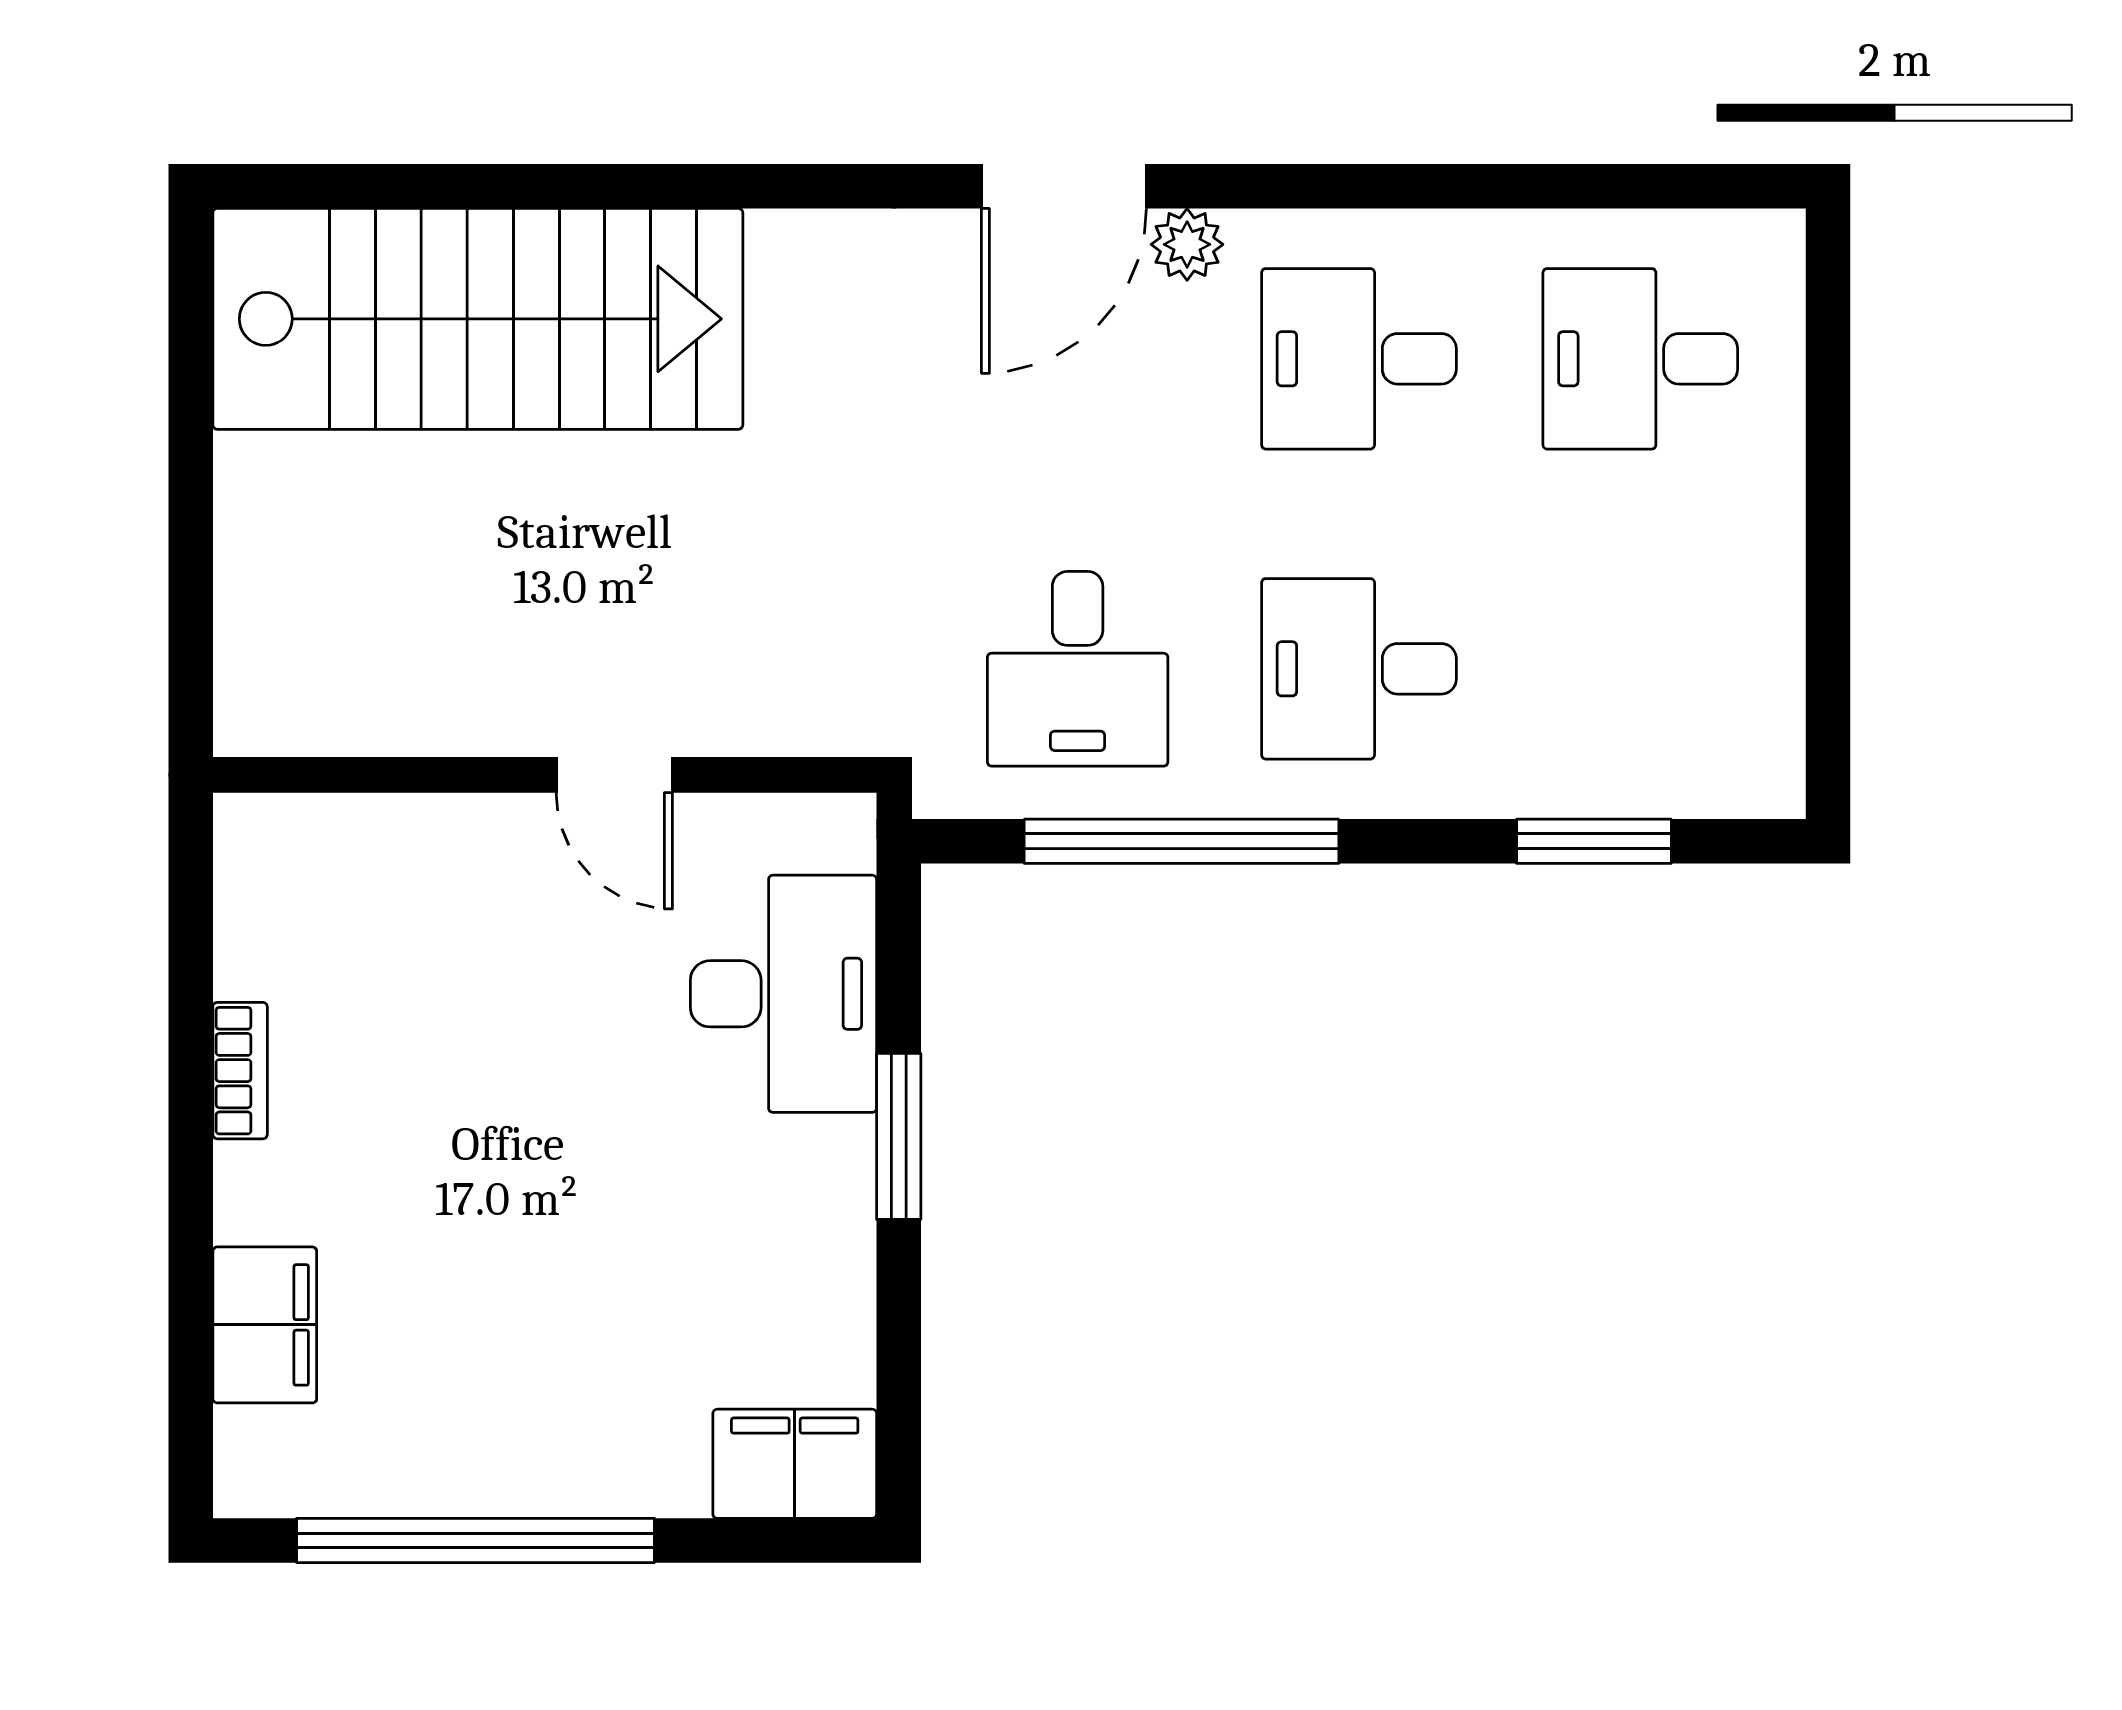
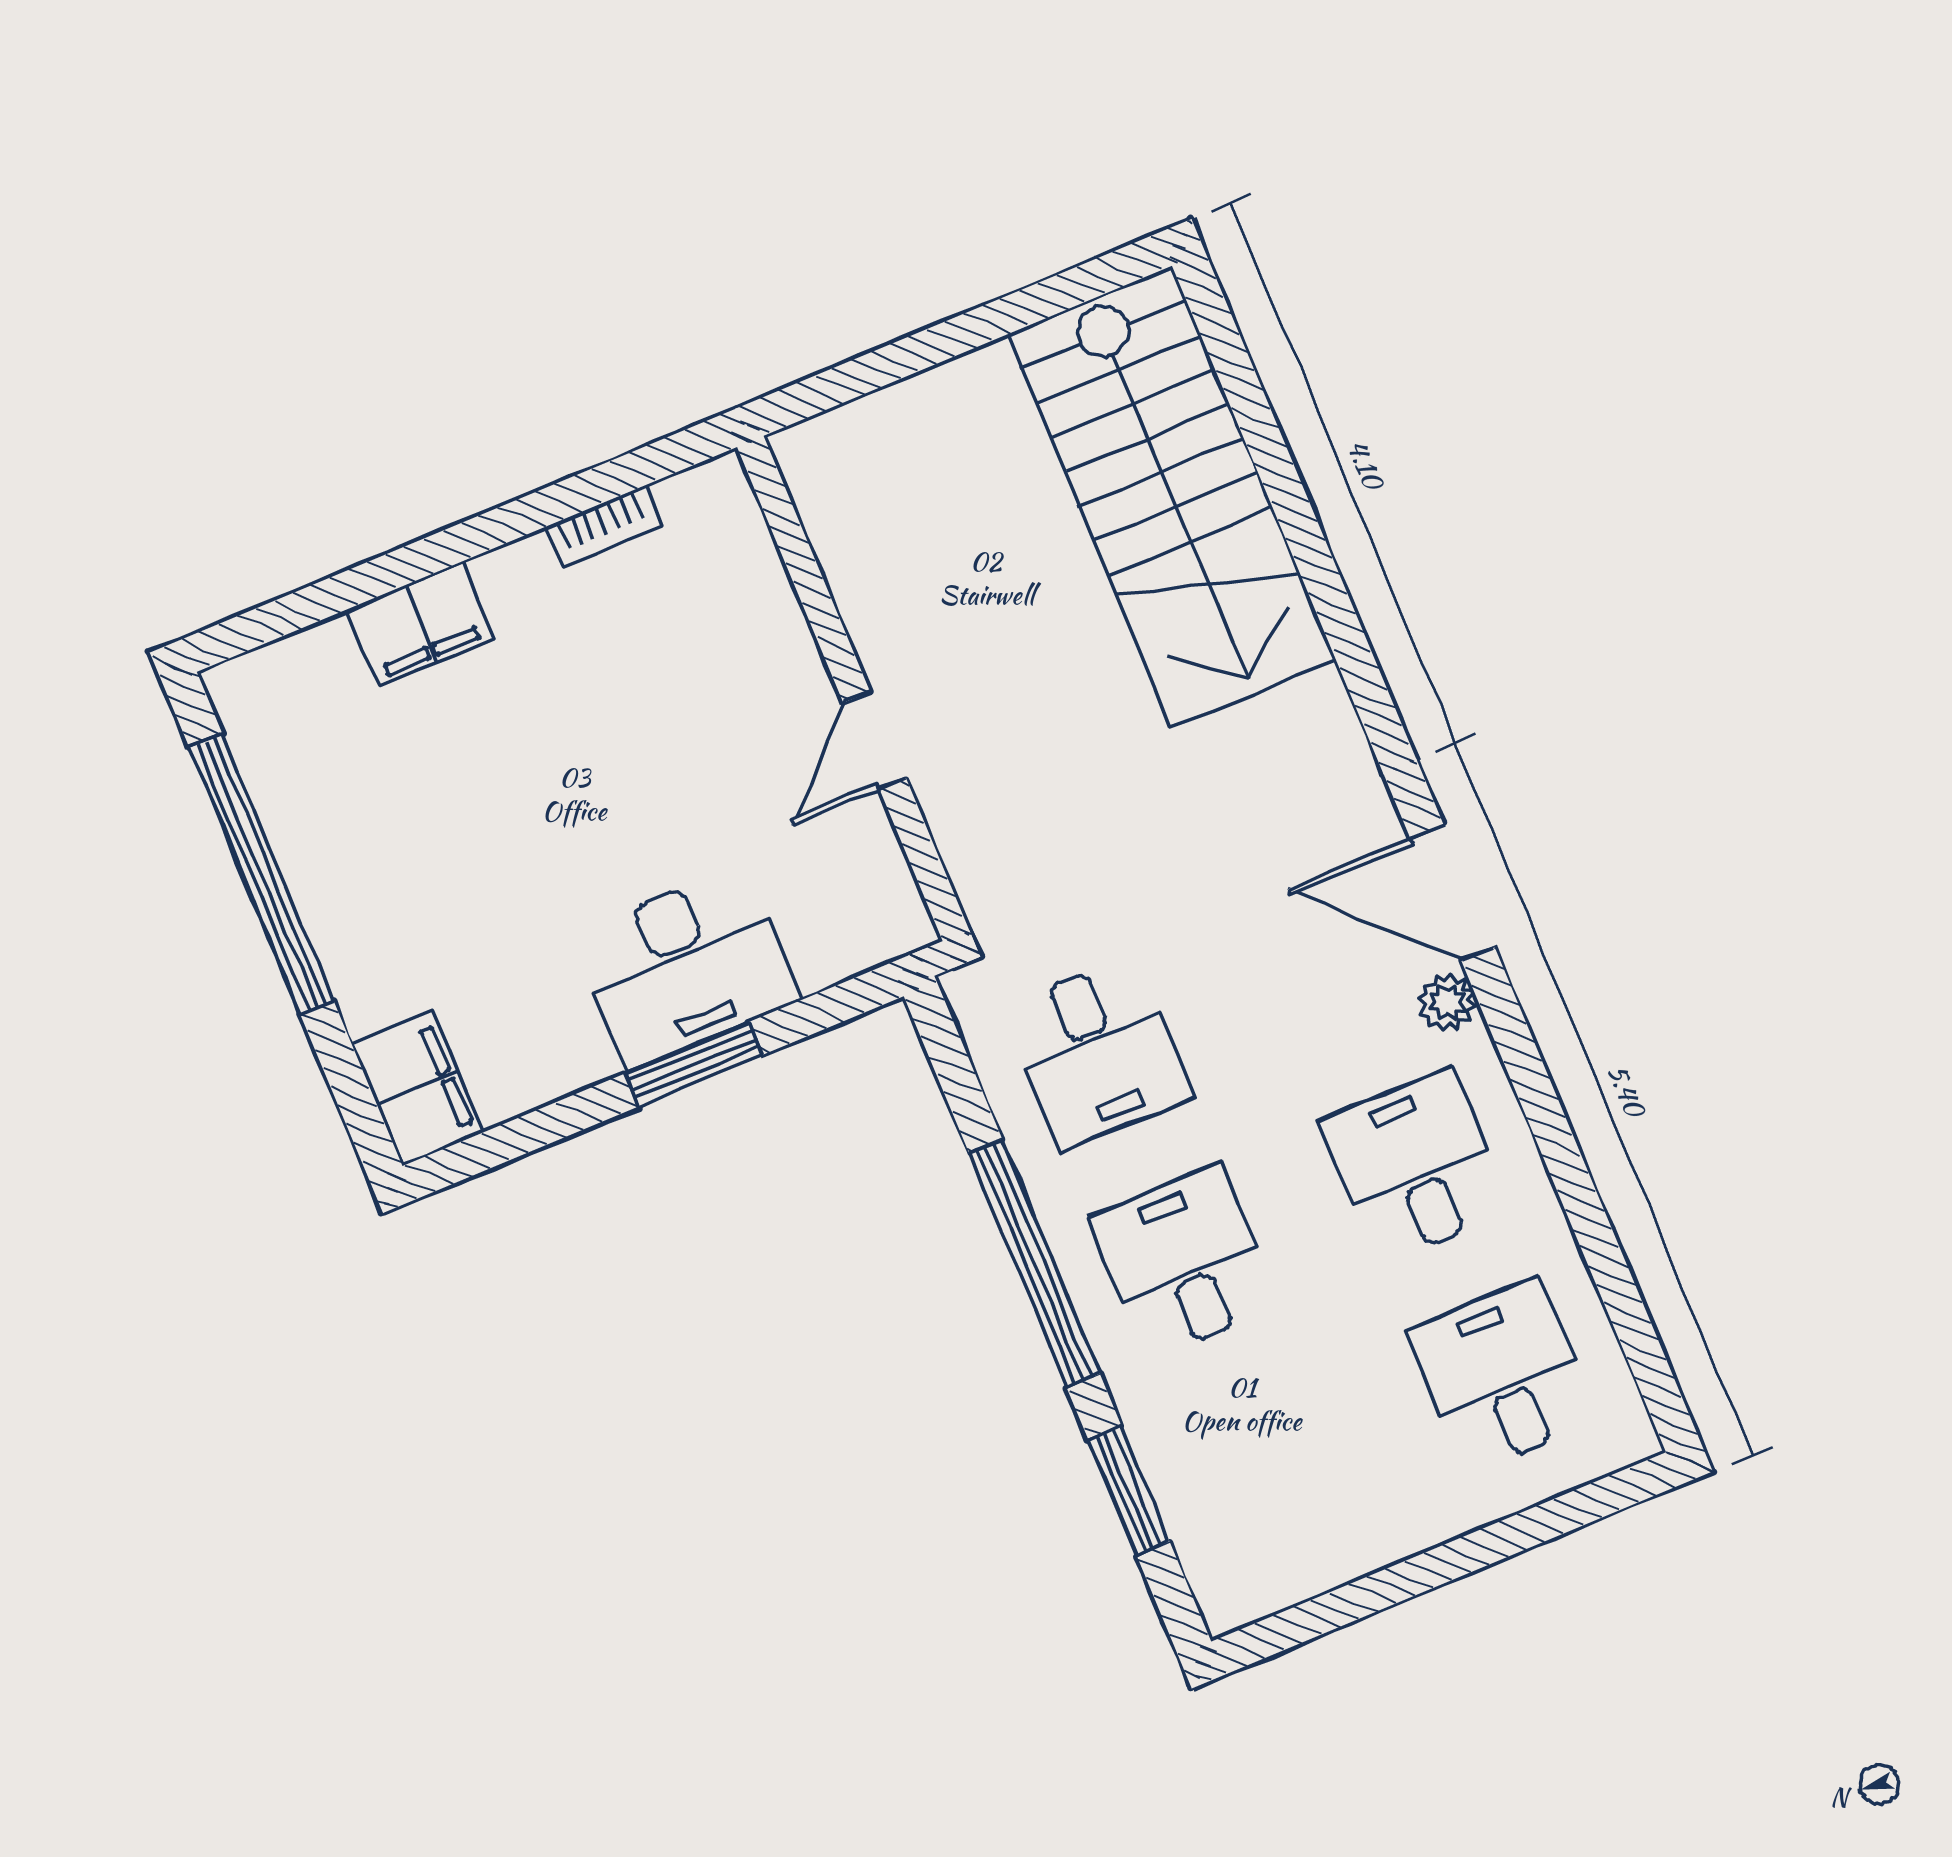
desk: (1078, 669) -> (1097, 1053), turned -90
window: (1181, 841) -> (1034, 1263), moved
desk: (783, 994) -> (686, 967), moved
bookcase: (240, 1071) -> (603, 526), moved
filing cabinet: (265, 1325) -> (420, 624), moved

